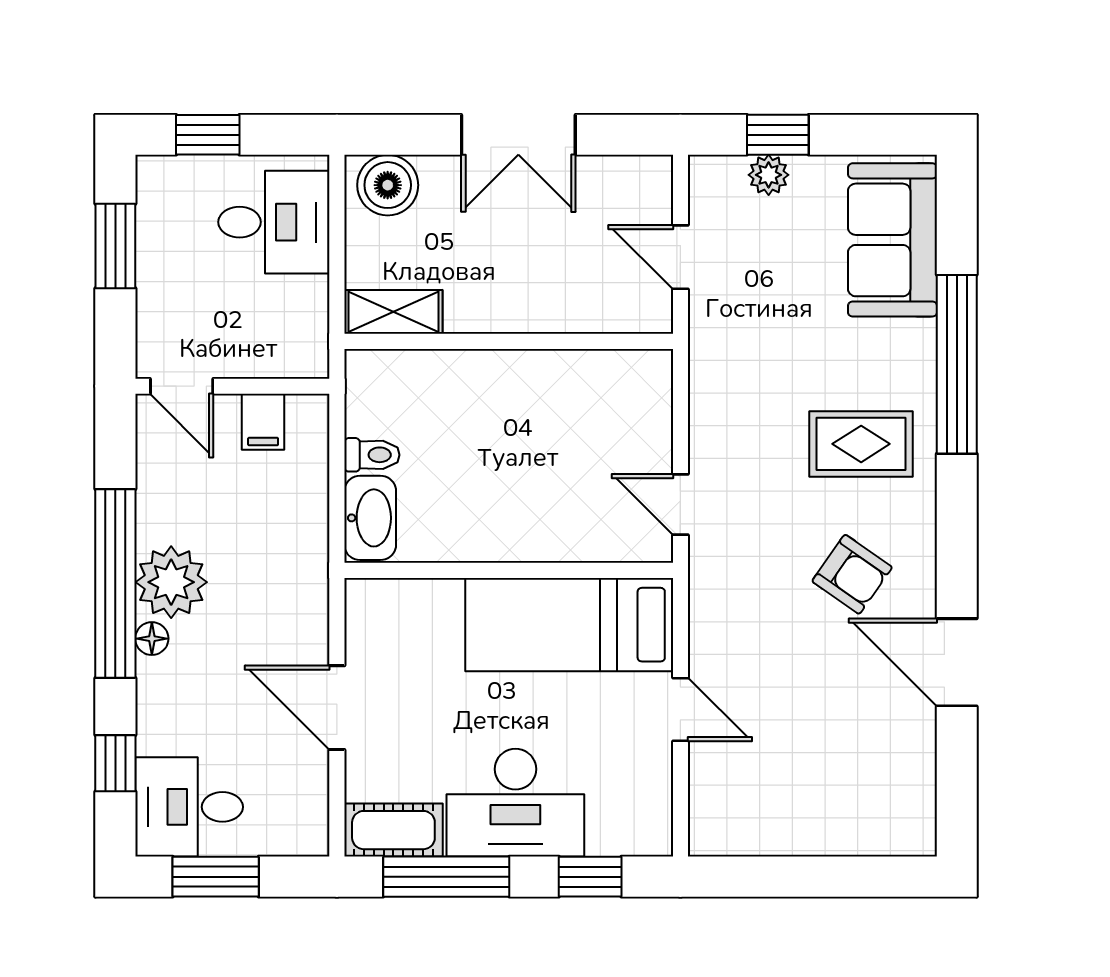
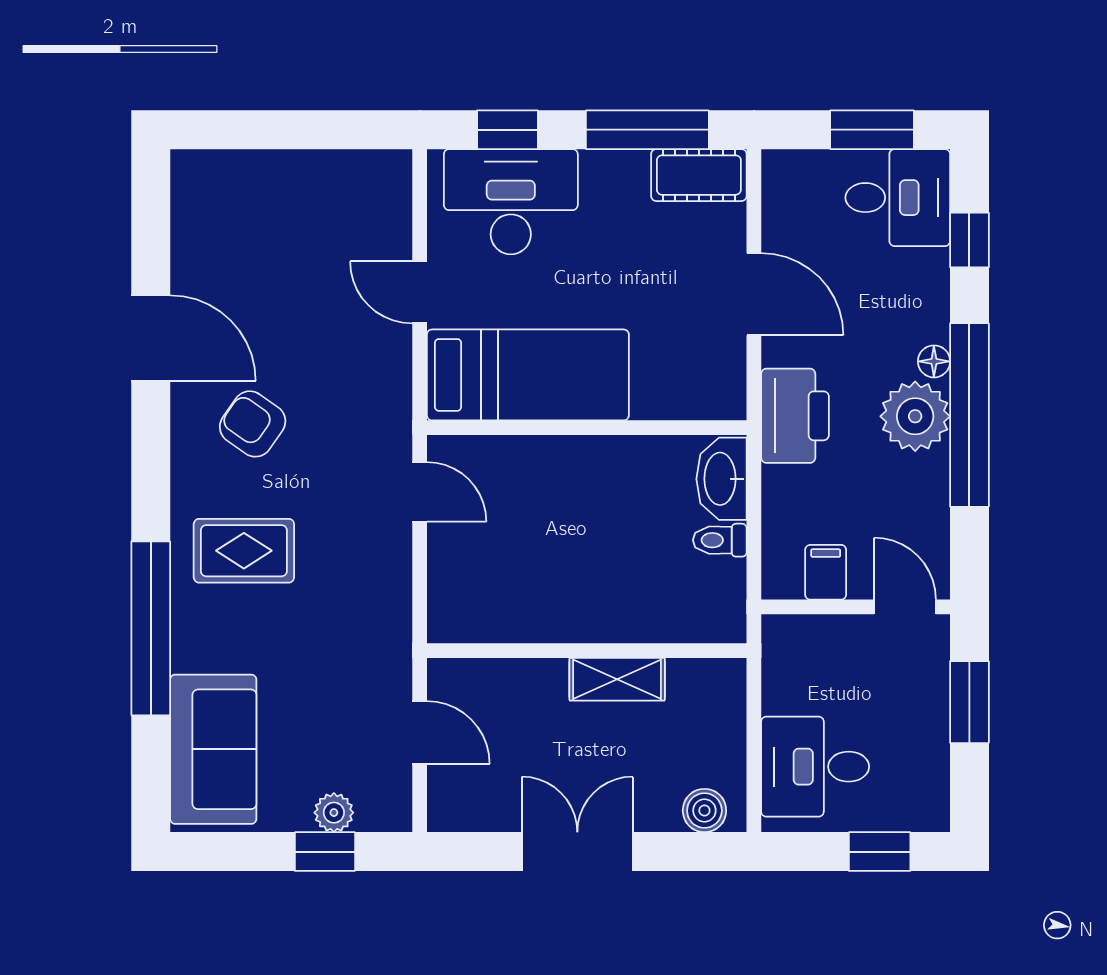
boiler: (388, 185) -> (704, 811), width x0.73, depth x0.73
window: (115, 246) -> (969, 702), moved
shelving: (393, 312) -> (617, 679), moved
printer: (295, 583) -> (795, 416), added
desk: (515, 803) -> (511, 202), moved

